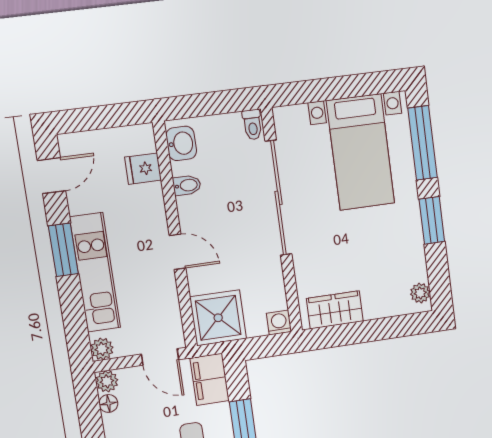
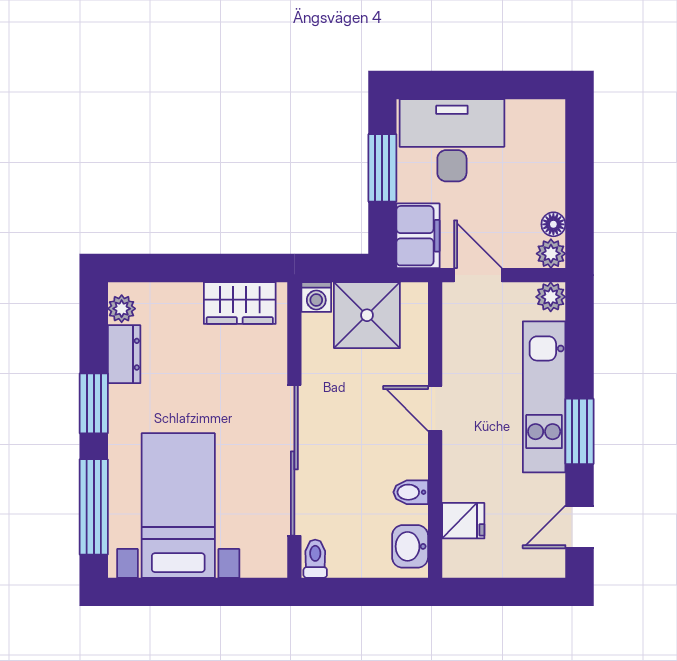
dresser: (414, 260) -> (124, 354), added
shower: (218, 318) -> (367, 315), moved

